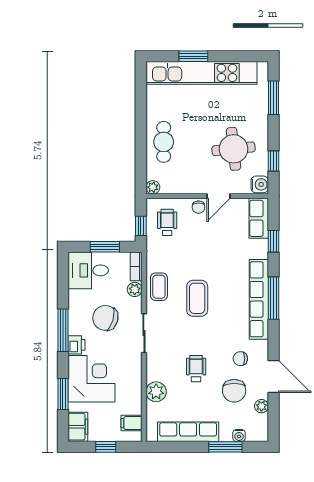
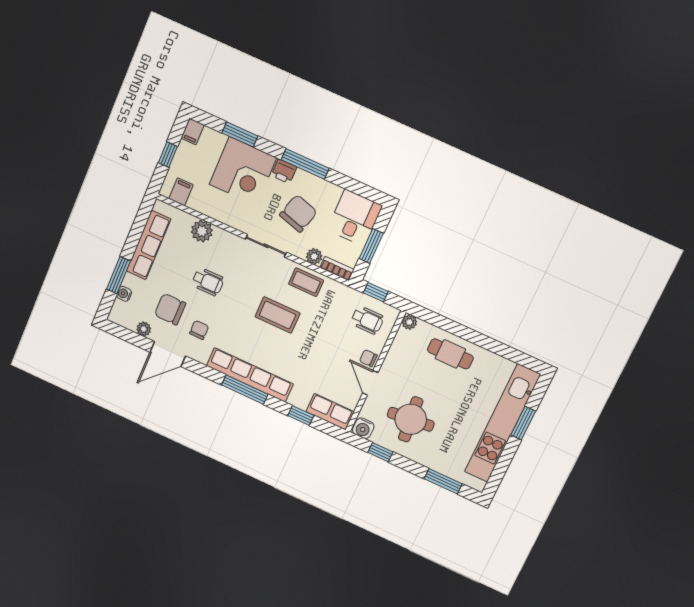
filing cabinet: (78, 427) -> (193, 132), width x0.50

